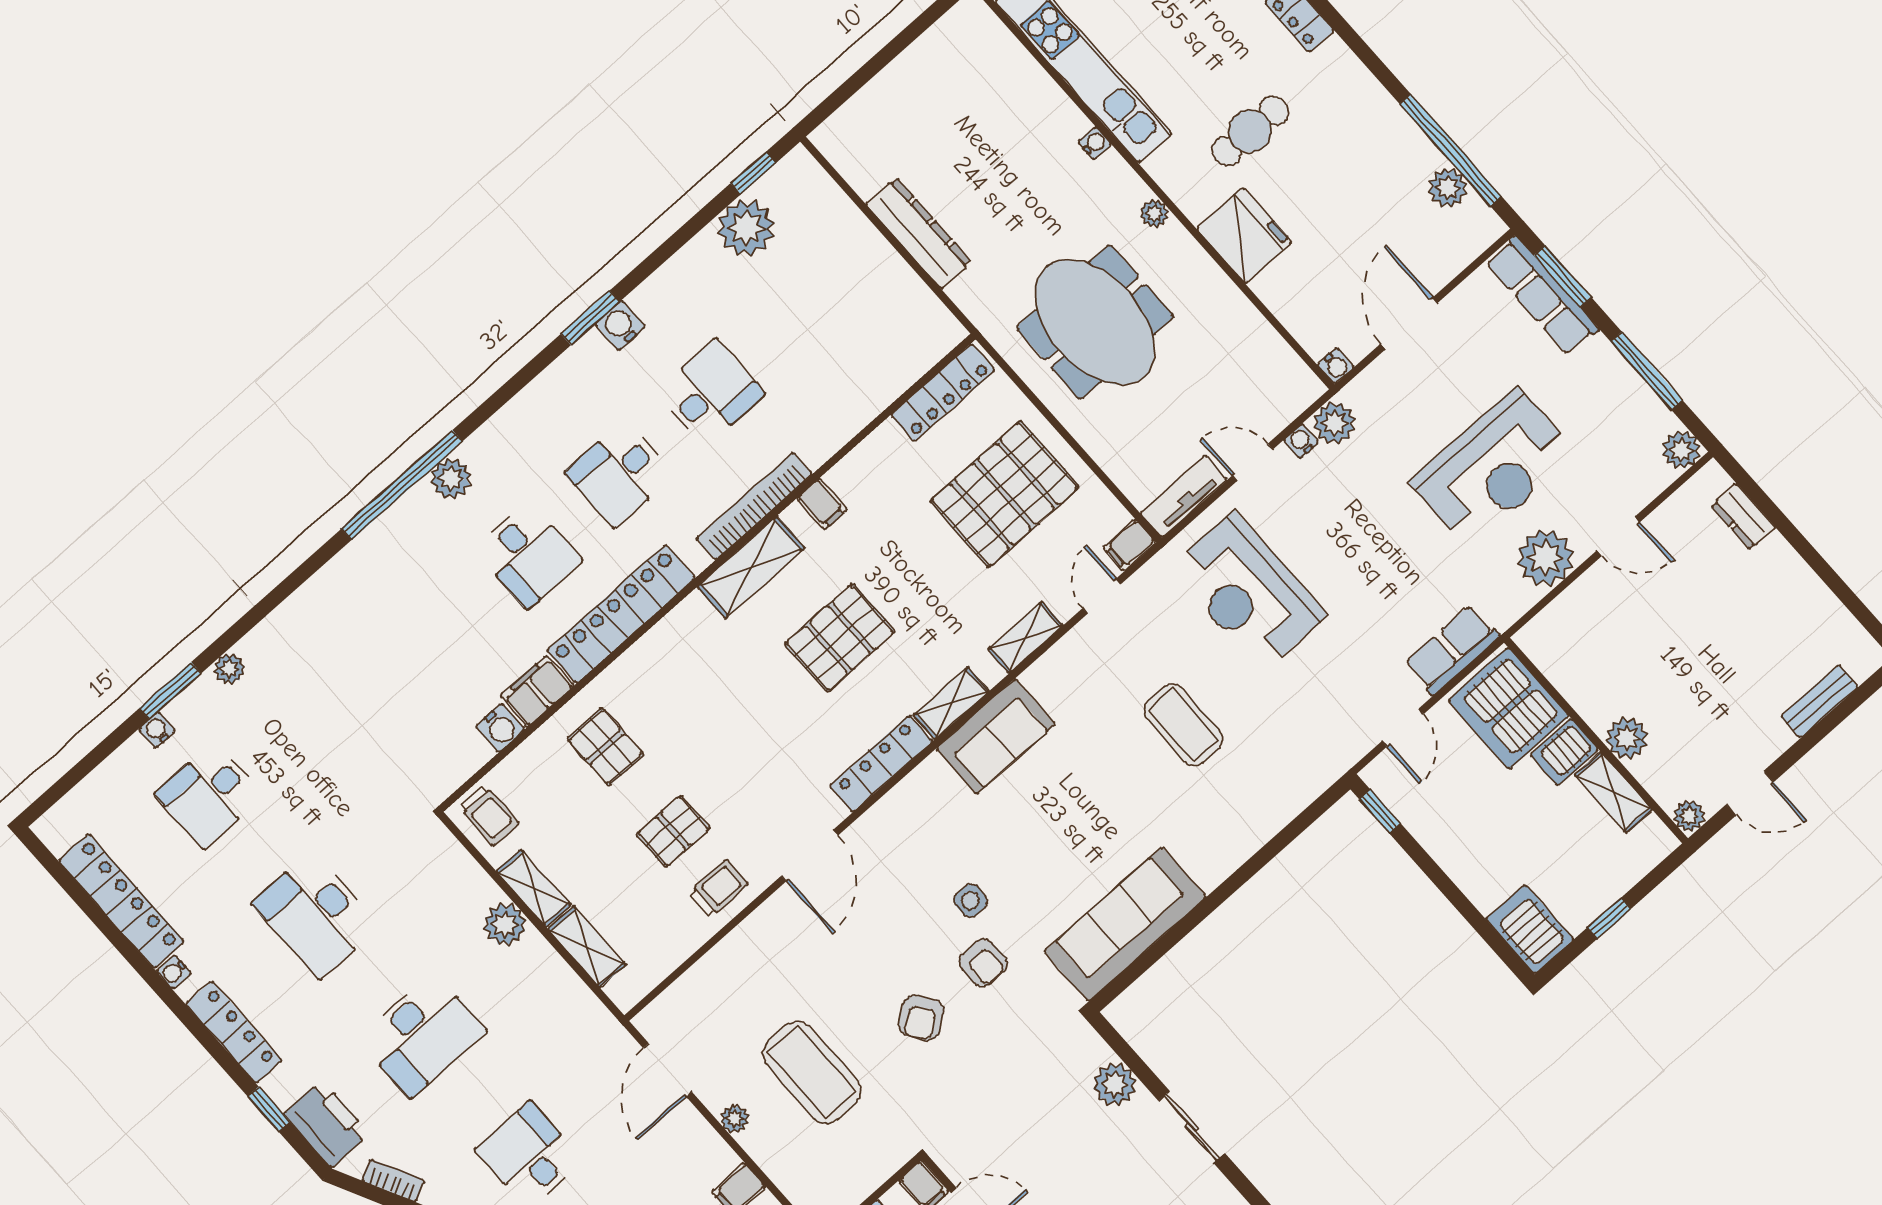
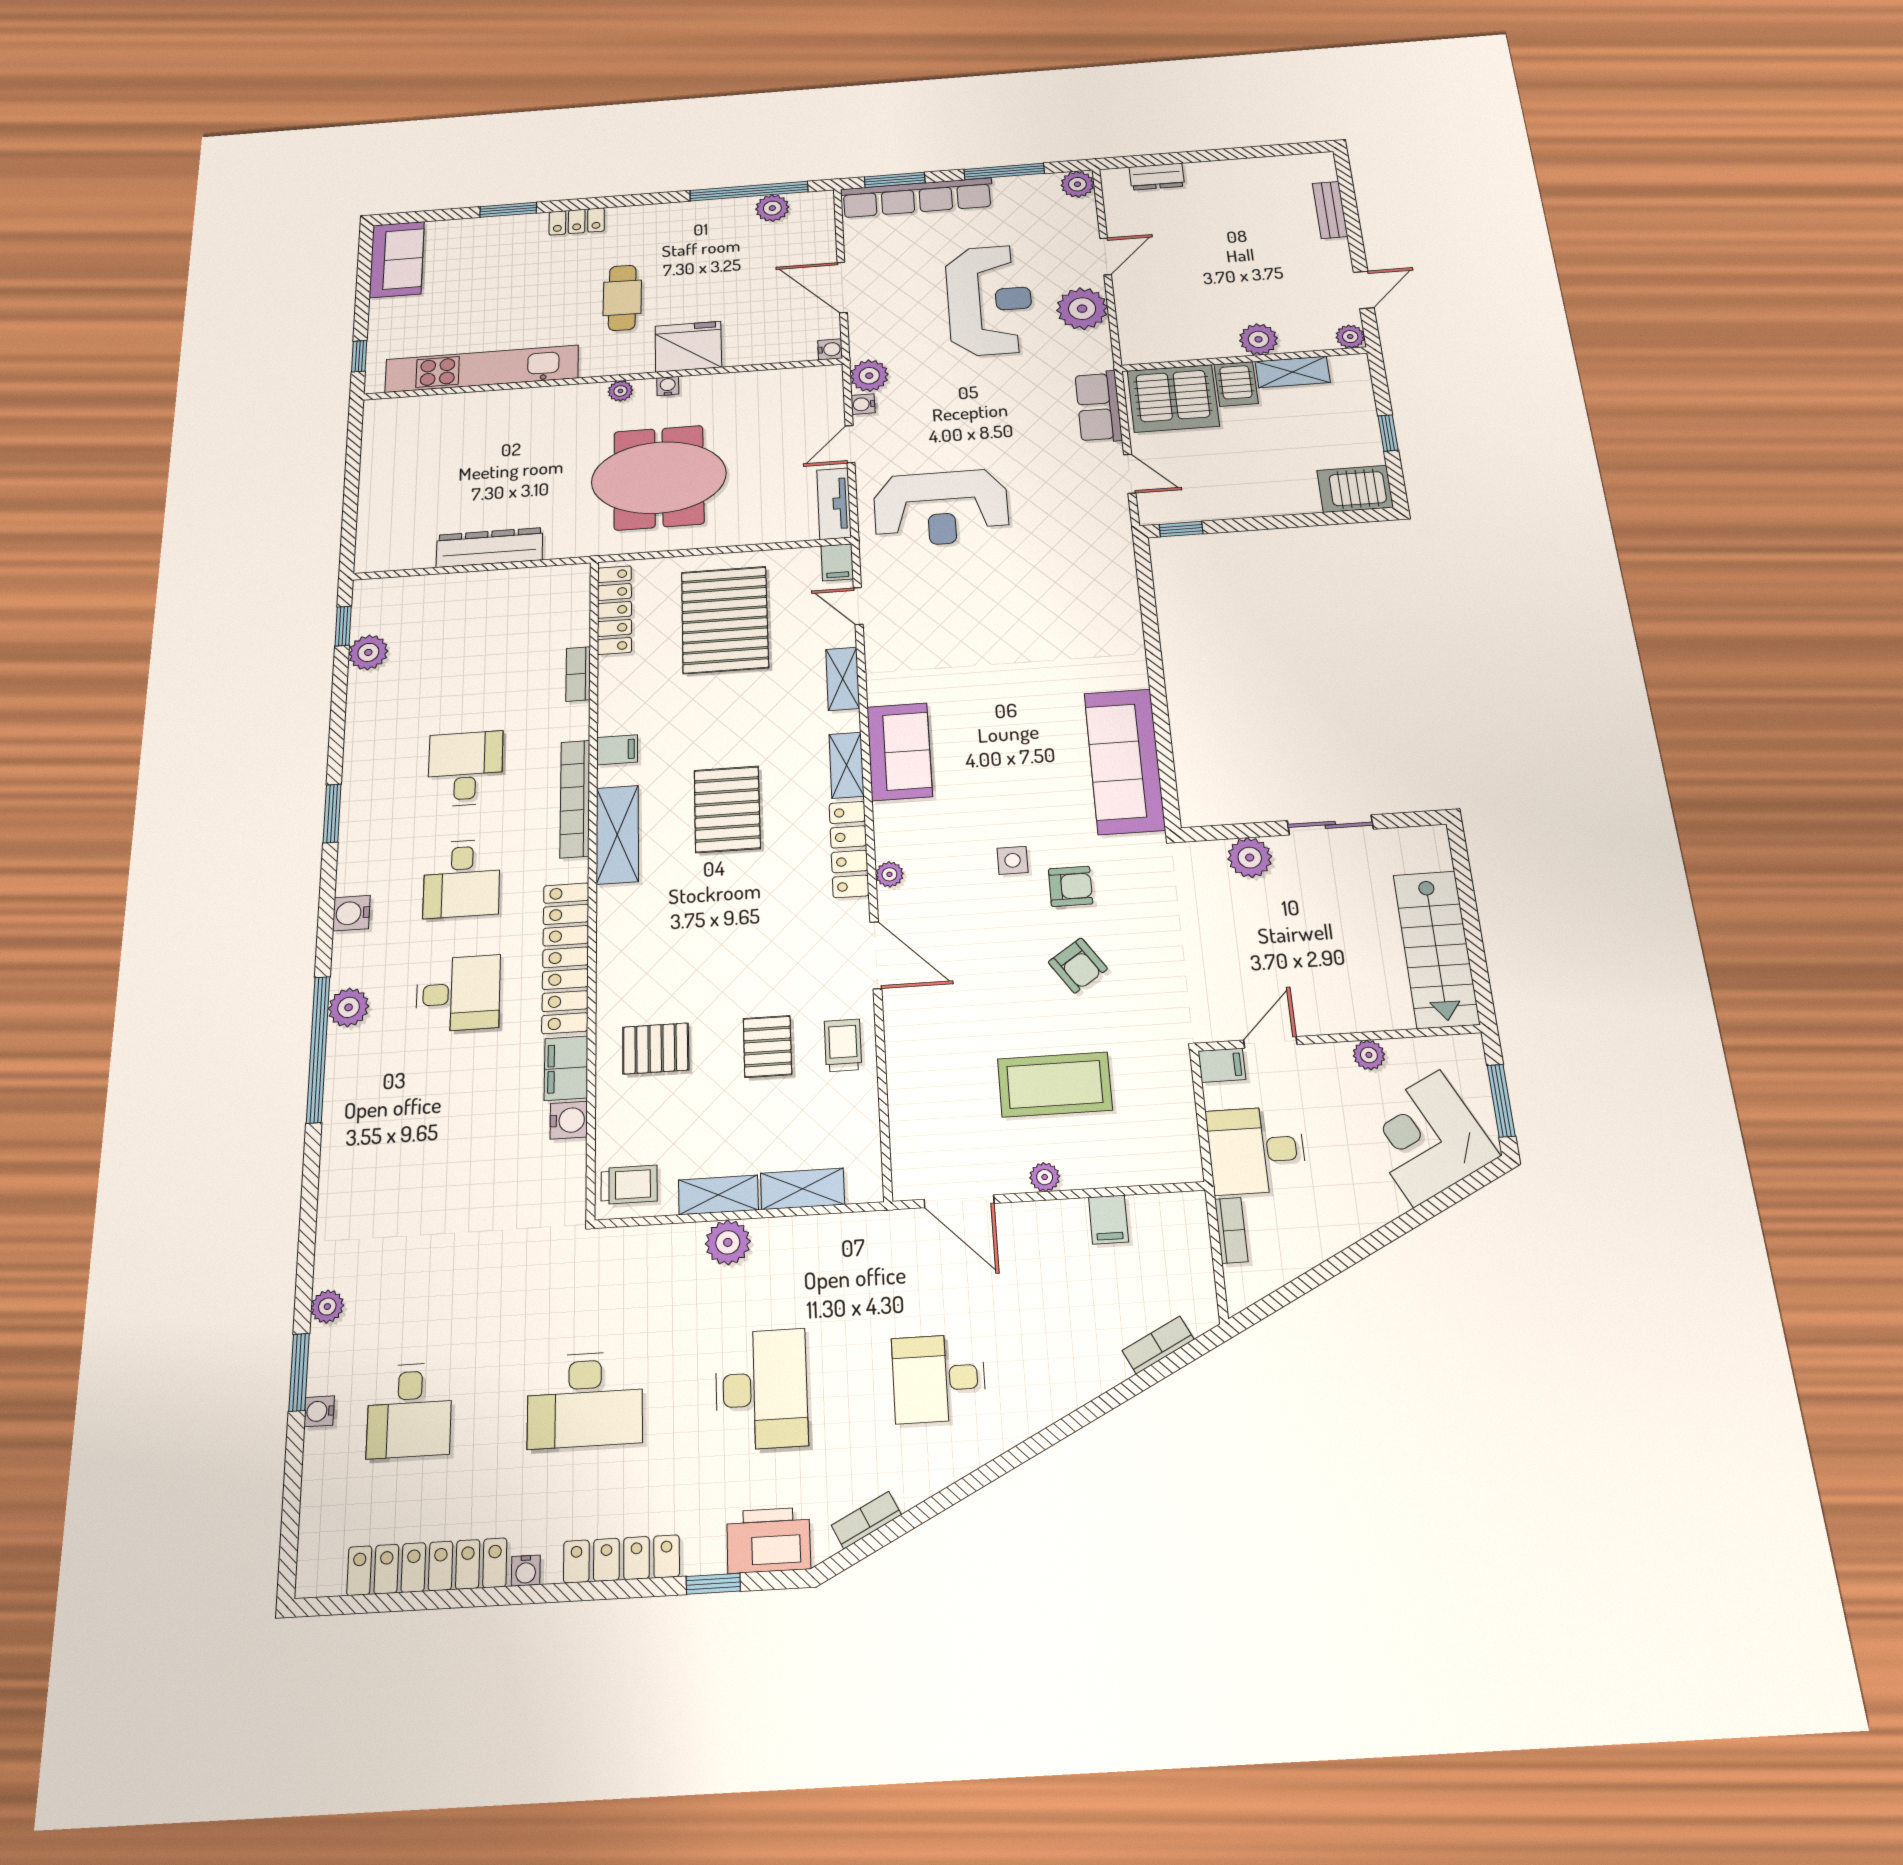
water cooler: (1095, 143) -> (668, 386), moved
plant: (746, 228) -> (368, 652), width x0.73, depth x0.73
row of seats: (1542, 295) -> (917, 198), width x1.36
water cooler: (620, 325) -> (351, 913), moved
bookcase: (863, 413) -> (578, 674), added
coffee table: (1183, 725) -> (1003, 616), removed
plant: (884, 813) -> (889, 874), added

